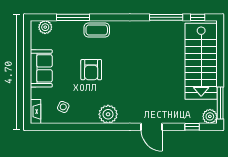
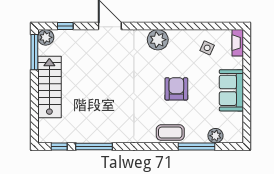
plant: (45, 27) -> (215, 136), moved
stairs: (201, 61) -> (49, 87), width x0.73, depth x0.66

